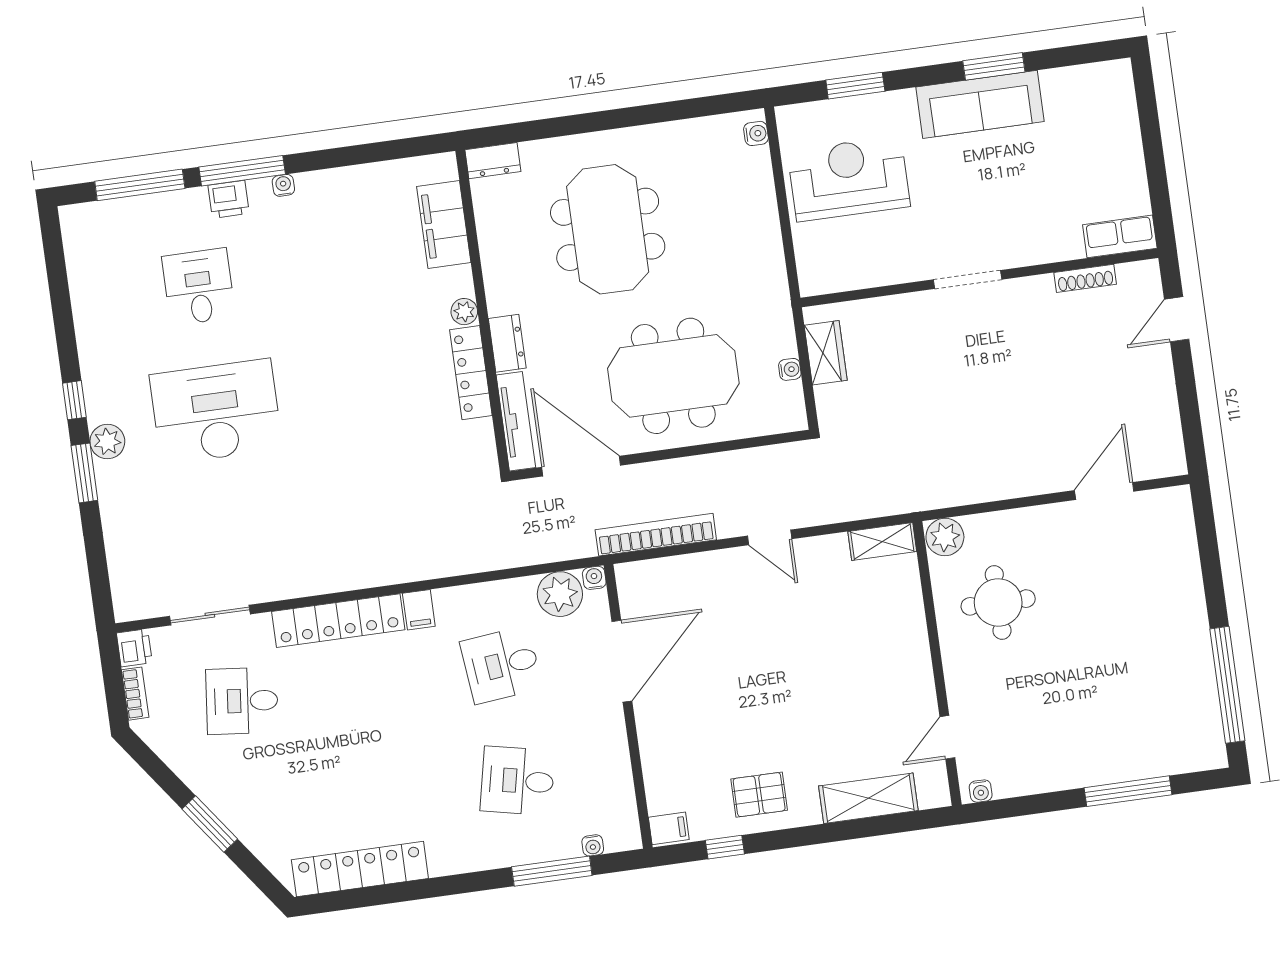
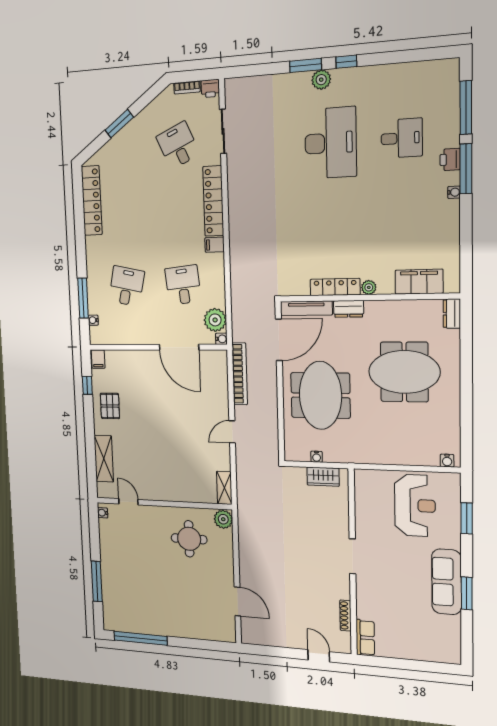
desk: (242, 701) -> (178, 146), turned -30

